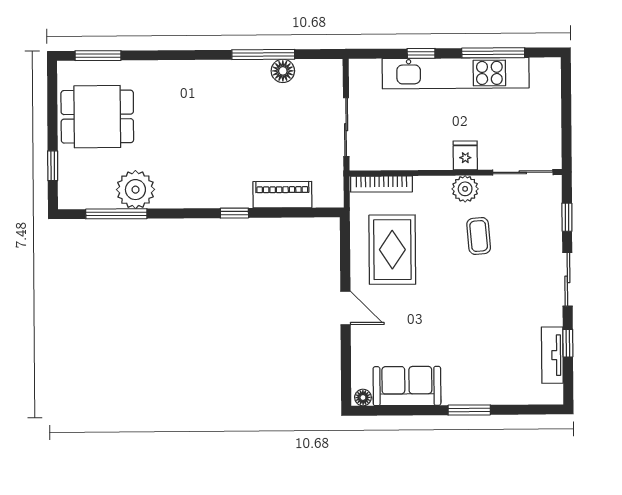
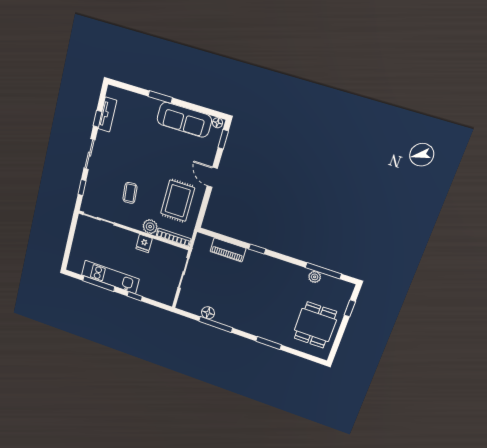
window: (98, 56) -> (269, 343), moved
kitchen unit: (456, 73) -> (110, 277), width x0.73
dining table: (97, 117) -> (315, 325), turned 90
fridge: (465, 155) -> (144, 243), moved
plant: (465, 189) -> (150, 227), moved
plant: (135, 190) -> (315, 277), width x0.53, depth x0.53
window: (346, 374) -> (223, 139), added
sofa: (407, 386) -> (184, 120), width x1.36

